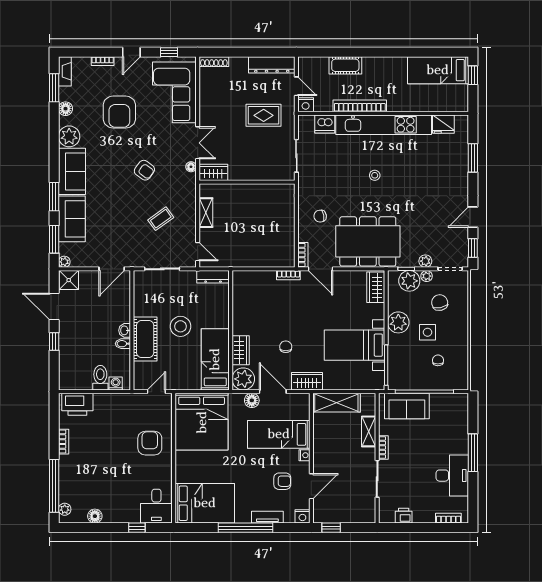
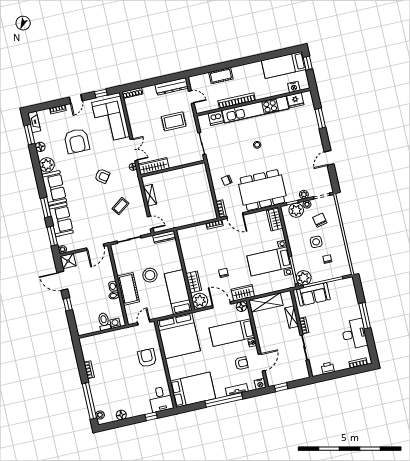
nightstand: (306, 105) -> (294, 87), moved
wardrobe: (213, 172) -> (154, 166), width x1.50
window: (473, 248) -> (334, 179), removed
plant: (398, 322) -> (304, 278), moved
floor lamp: (252, 400) -> (241, 307), moved
printer: (77, 404) -> (93, 343), removed

